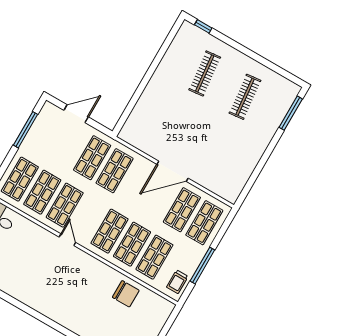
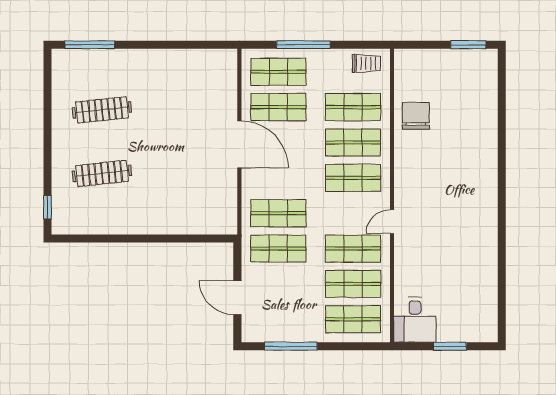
window: (202, 266) -> (303, 45), moved

